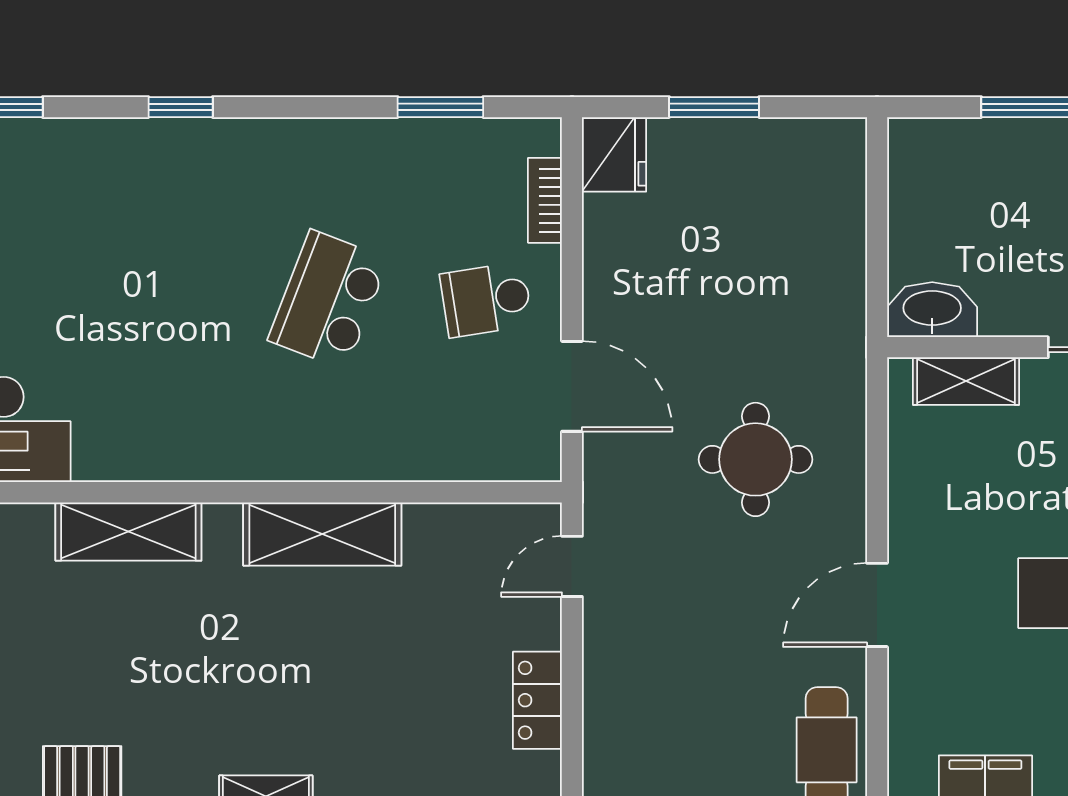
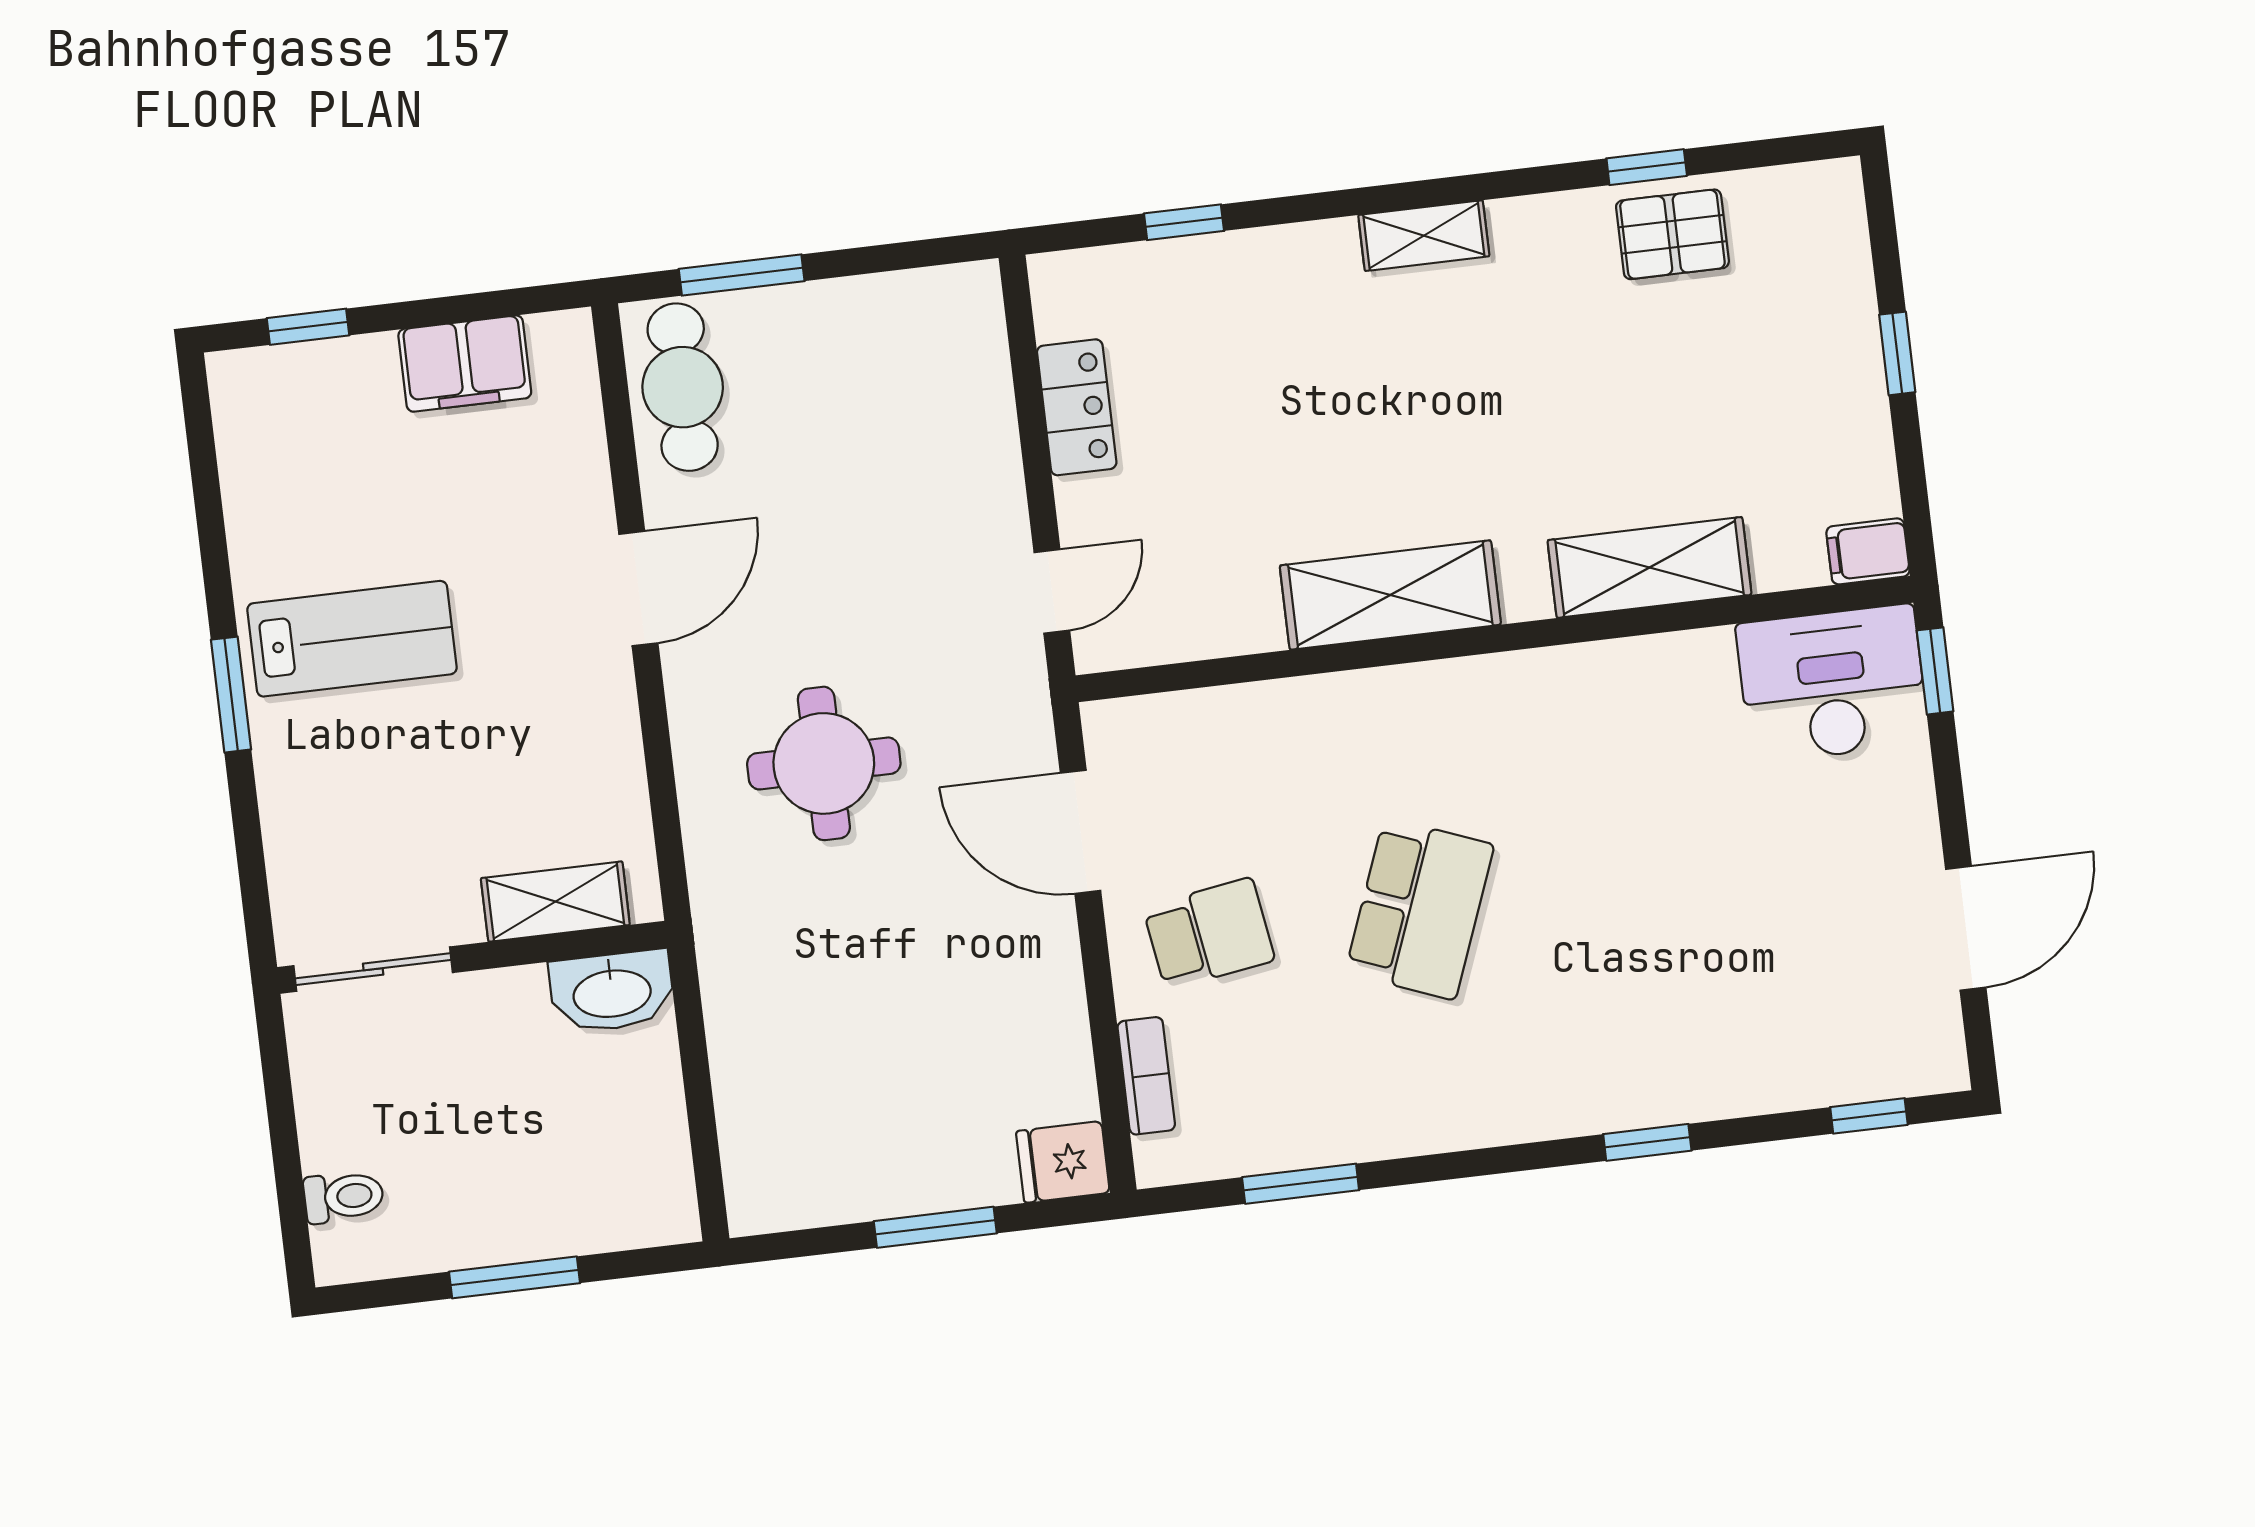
fridge: (614, 154) -> (1063, 1162), width x0.72

